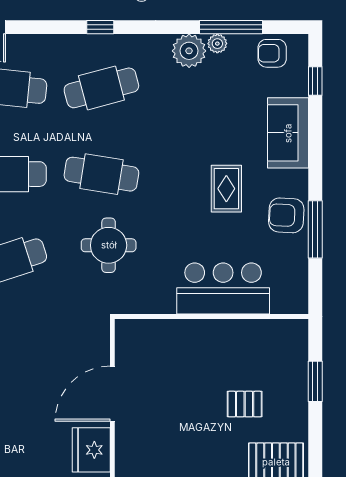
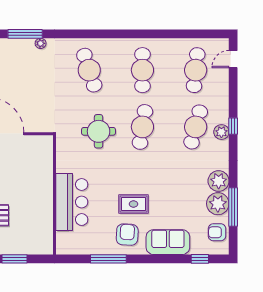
plant: (217, 44) -> (218, 204), width x1.87, depth x1.87
plant: (110, 46) -> (221, 132), added
armchair: (272, 53) -> (217, 232), turned -90
cafe table: (101, 88) -> (196, 127), turned 30
armchair: (286, 215) -> (127, 235), moved

